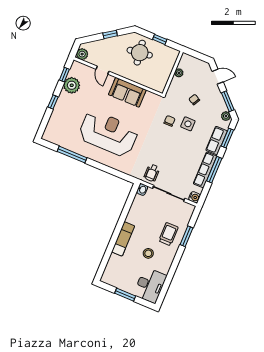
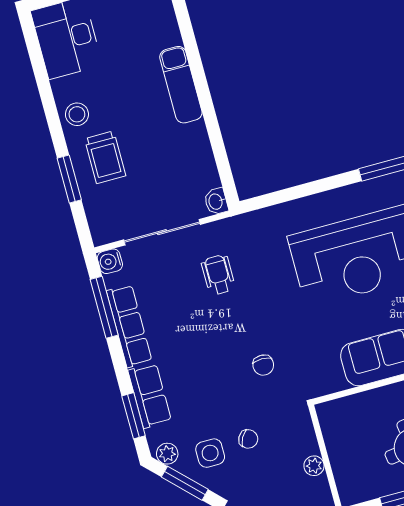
side table: (188, 124) -> (210, 453), moved
window: (214, 170) -> (104, 307), moved
wheelchair: (152, 173) -> (218, 275), moved
stool: (148, 253) -> (77, 114), moved

